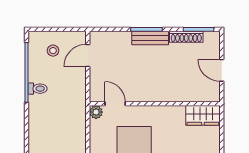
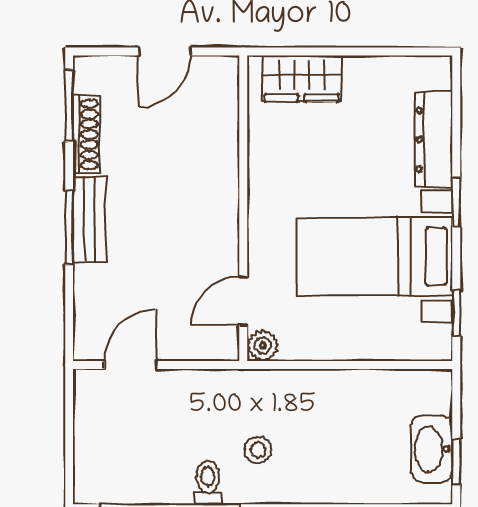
stool: (53, 51) -> (258, 450), moved
door: (88, 55) -> (130, 365), swing flipped
wardrobe: (203, 115) -> (301, 79), moved, turned 90

